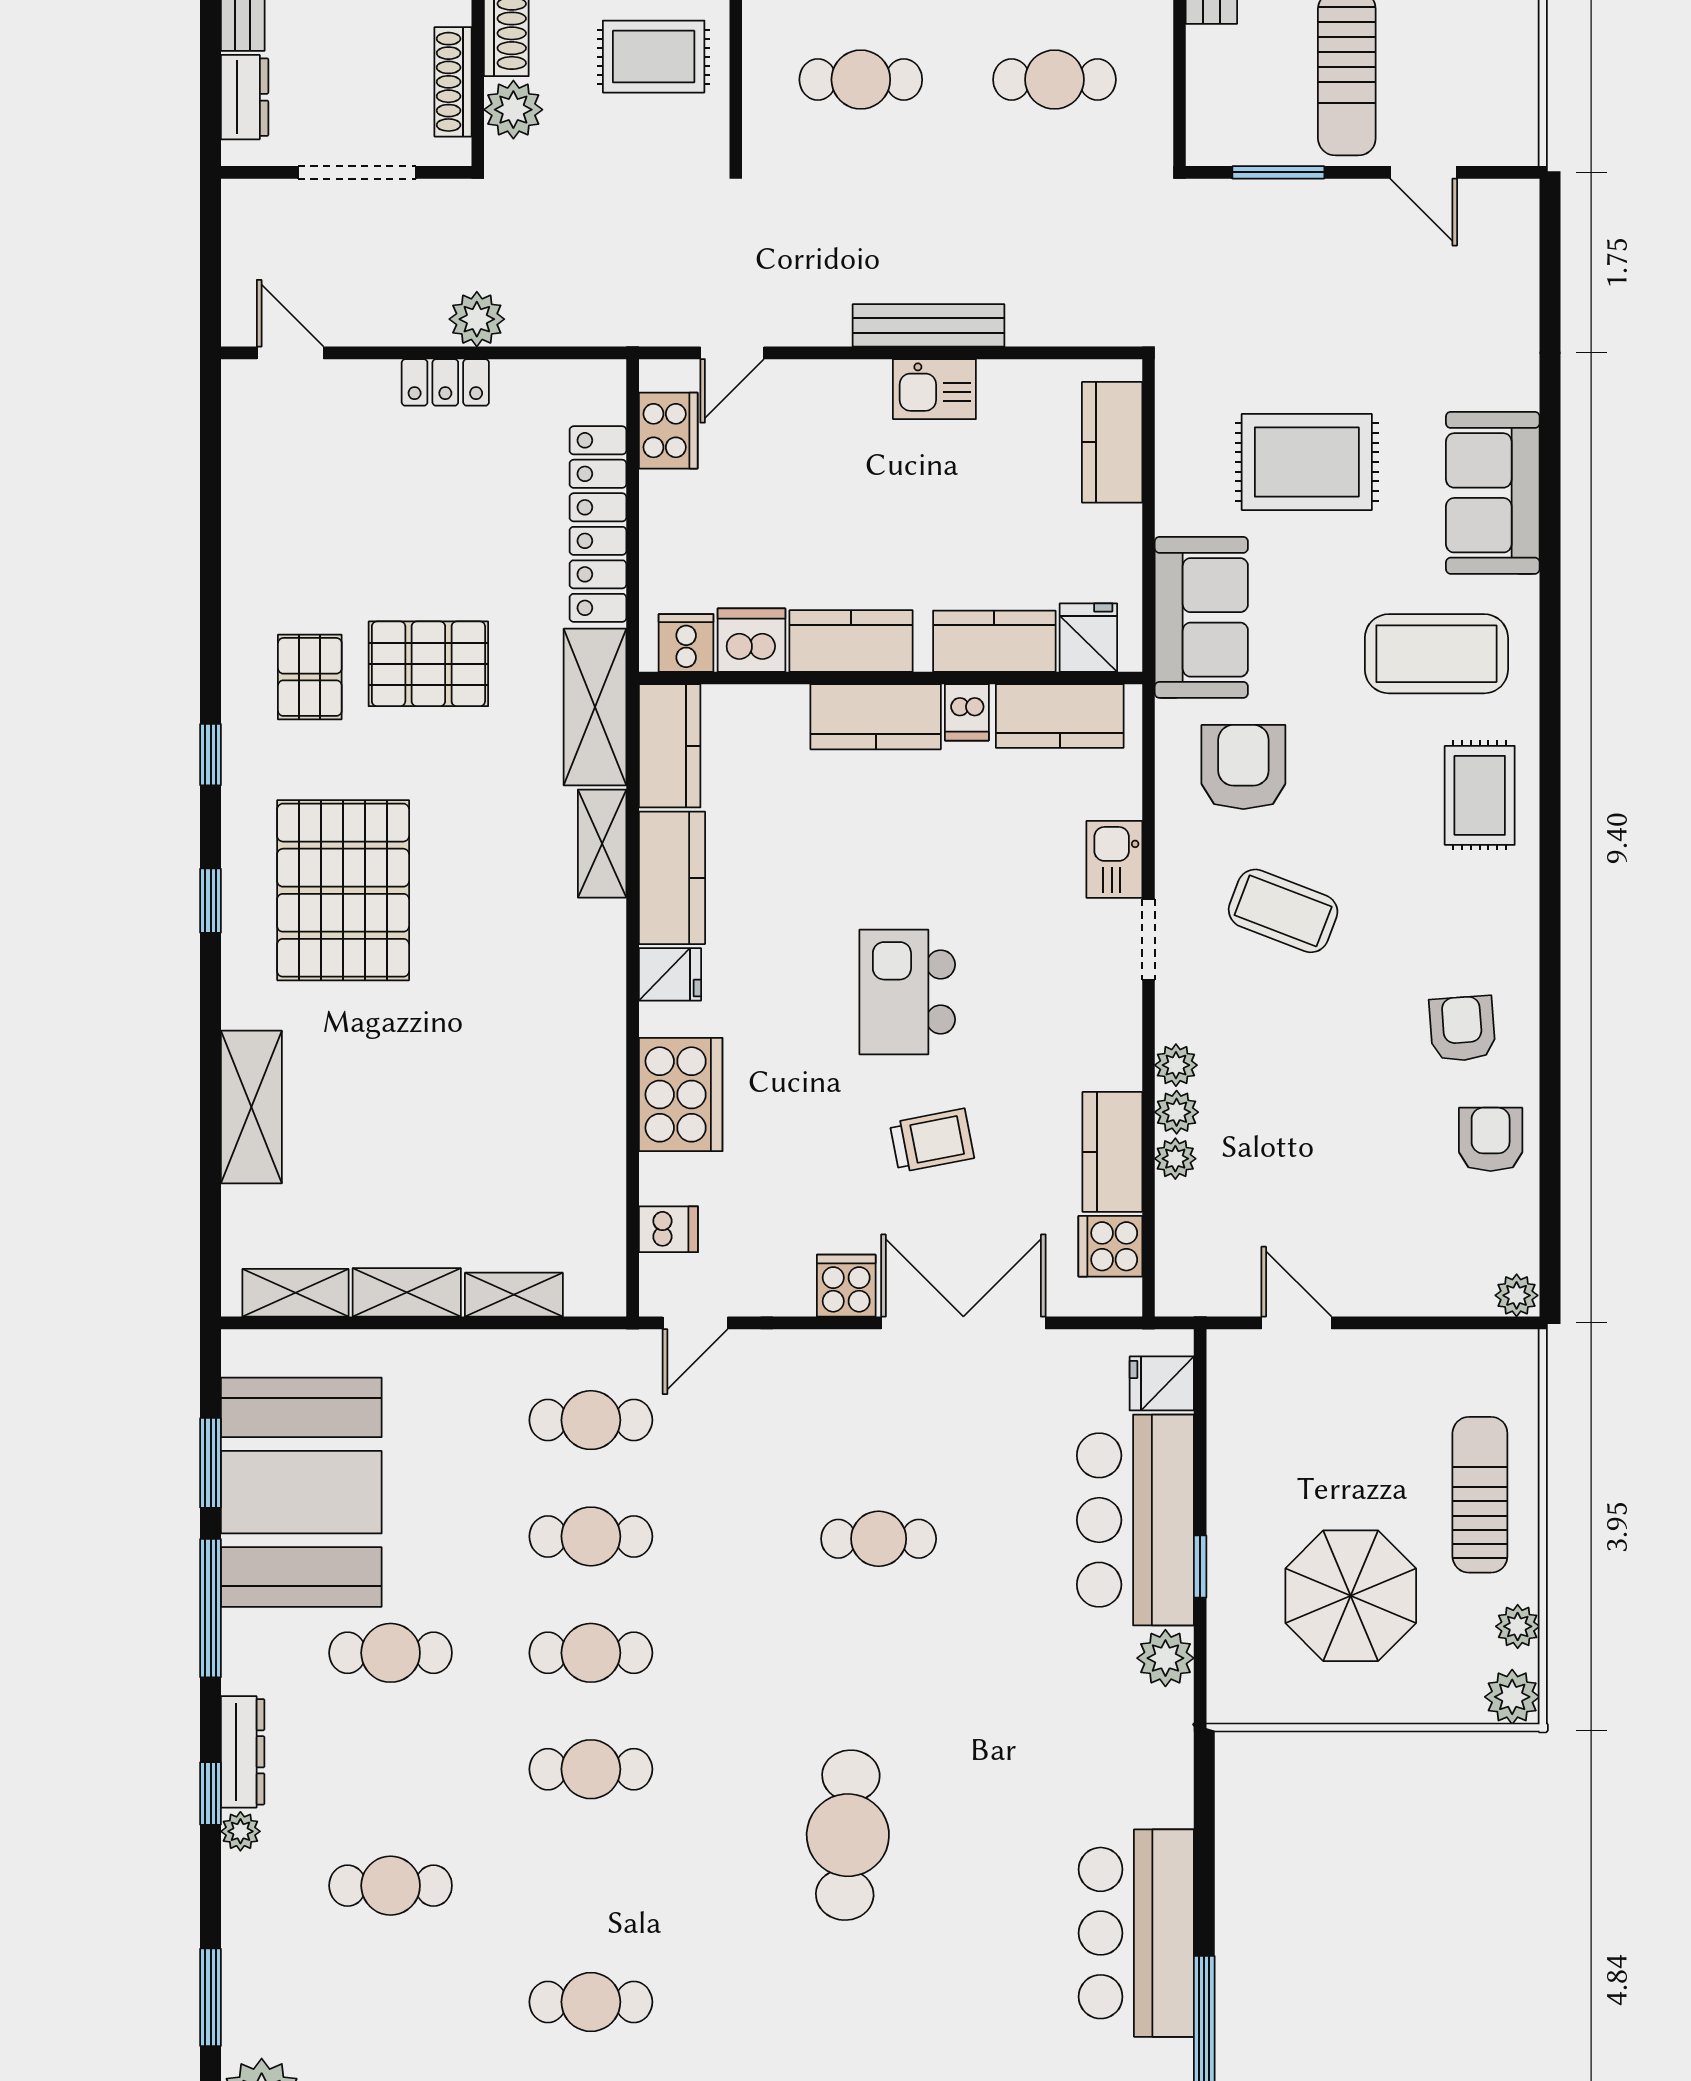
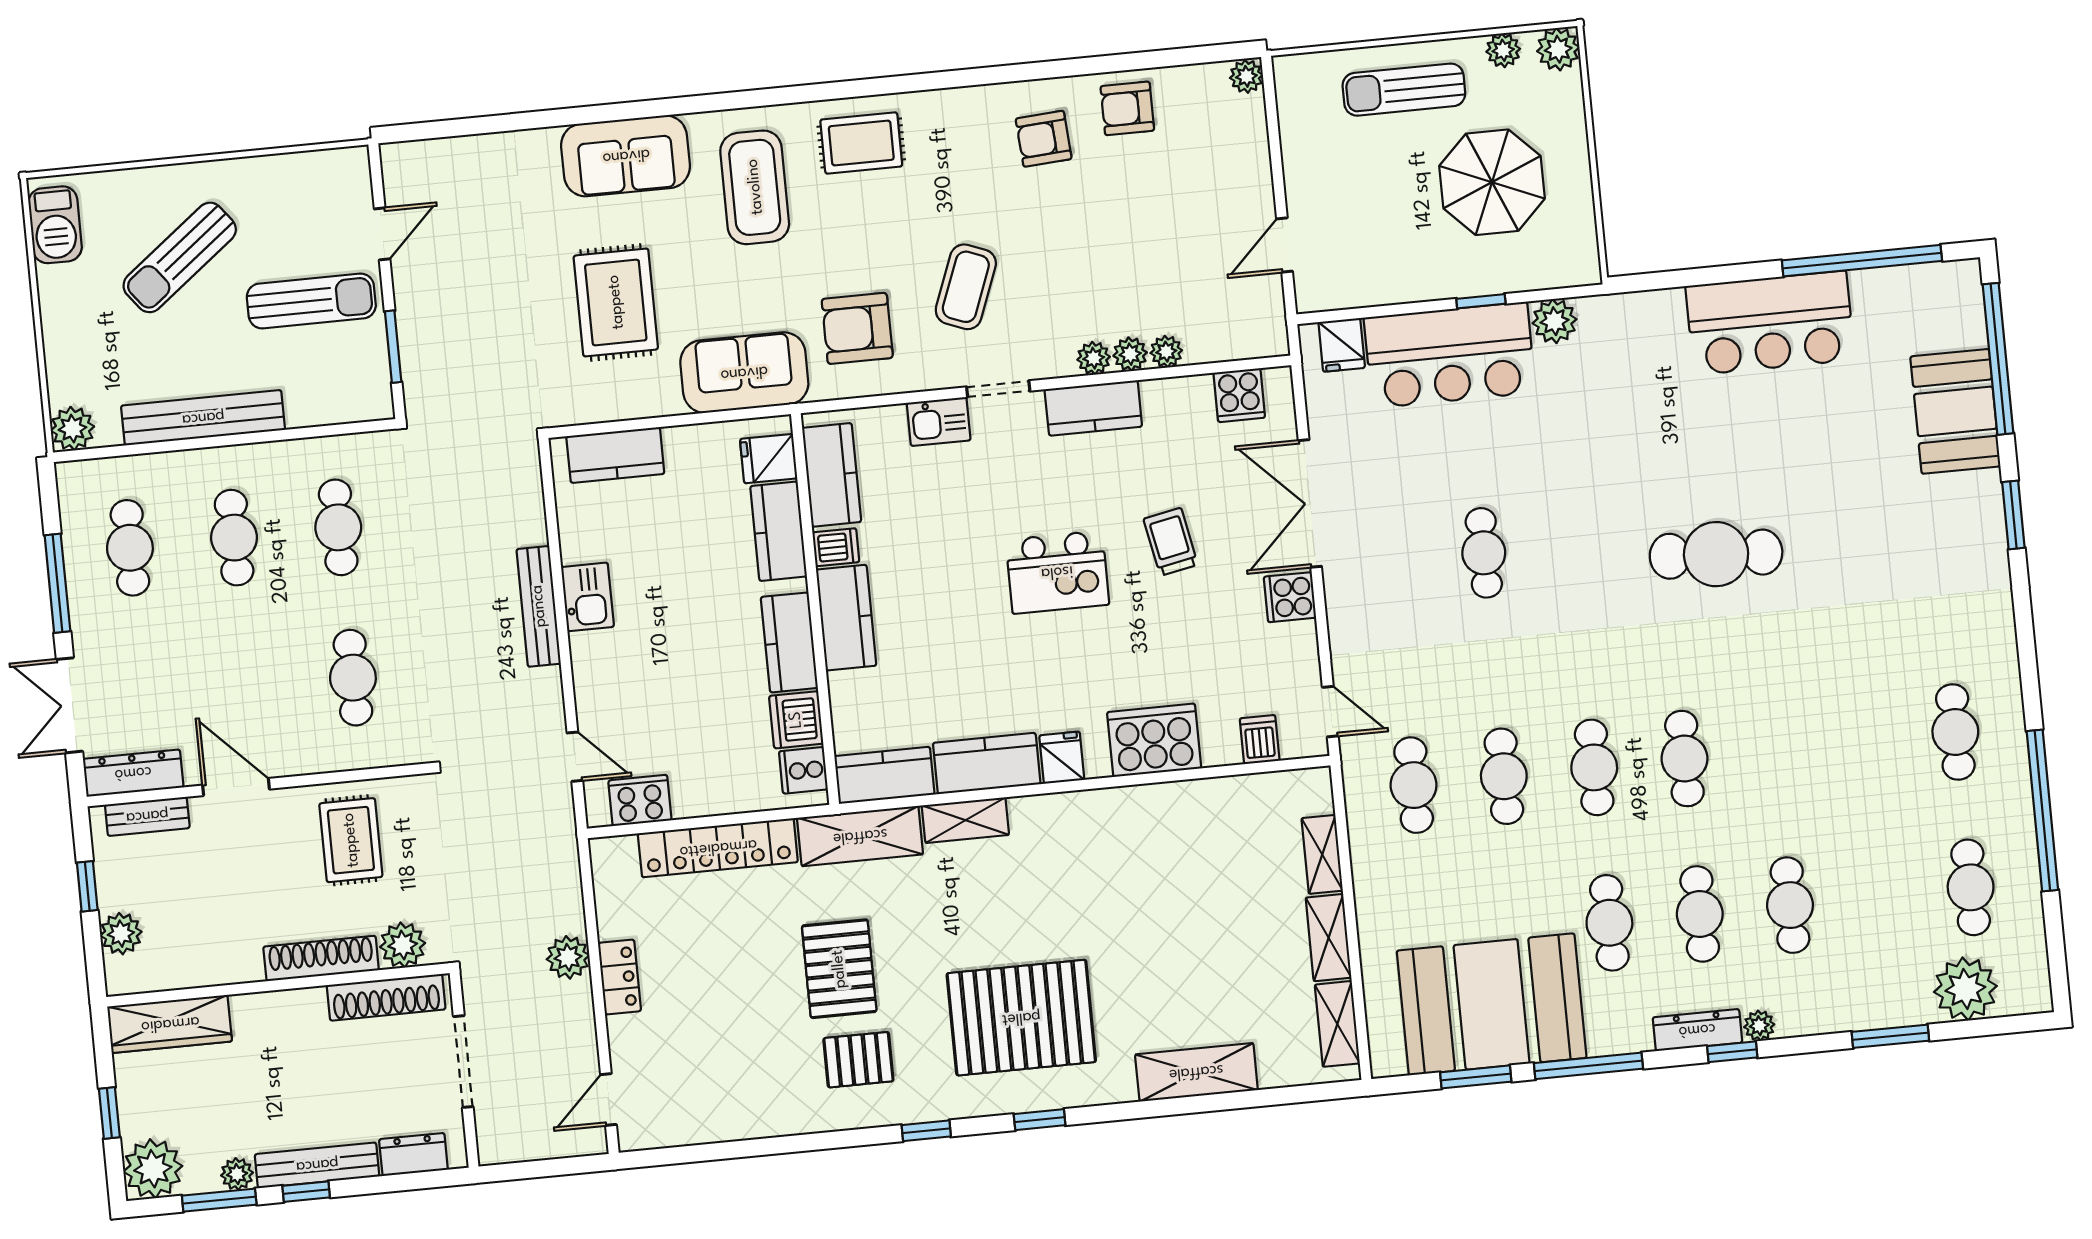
shoe rack: (453, 82) -> (386, 997), width x1.36, depth x1.24
kitchen counter: (1112, 1152) -> (1093, 408), moved
cafe table: (591, 2002) -> (1700, 914), moved

